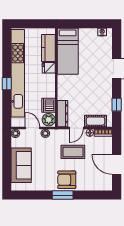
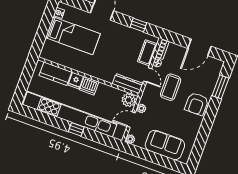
bed: (68, 51) -> (73, 36), moved
dishwasher: (48, 105) -> (89, 86), moved
window: (63, 195) -> (221, 87), moved

